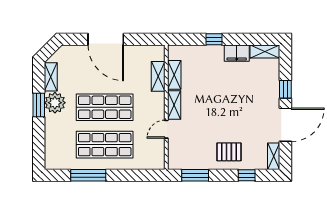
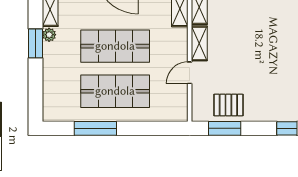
plant: (55, 103) -> (49, 35), width x0.53, depth x0.53
pallet: (229, 152) -> (228, 105), moved

